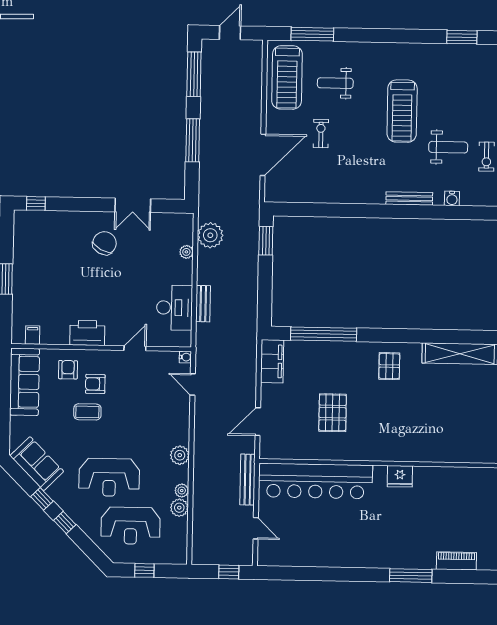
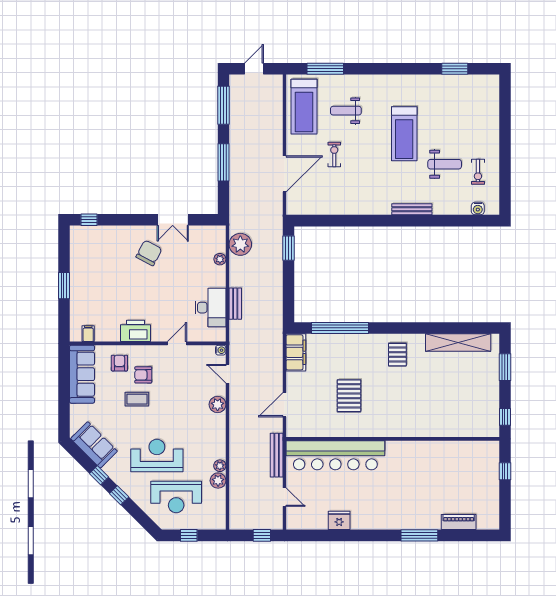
water cooler: (452, 198) -> (478, 209), moved
plant: (180, 455) -> (218, 404), moved
fridge: (400, 476) -> (339, 520), moved, turned 180
reception desk: (109, 477) -> (157, 455), turned 180

